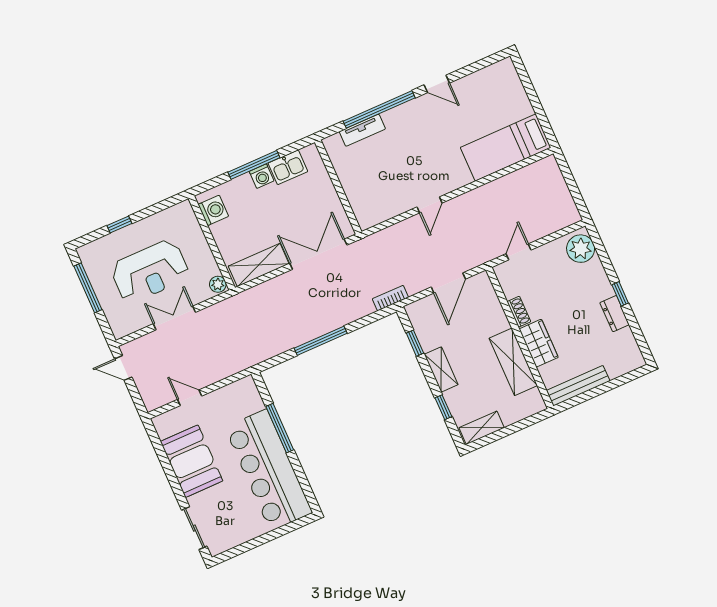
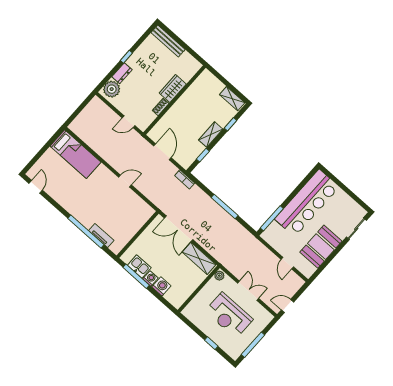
door: (437, 84) -> (36, 187), moved
window: (254, 165) -> (136, 276), moved
washing machine: (213, 210) -> (161, 286), moved, turned 90
reception desk: (150, 271) -> (229, 315), turned 180
door: (448, 283) -> (162, 152), hinge flipped
dresser: (615, 314) -> (122, 73), moved
double door: (174, 318) -> (248, 291), swing flipped
shelving: (513, 362) -> (189, 98), removed
door: (123, 368) -> (287, 306), swing flipped
bench: (578, 386) -> (168, 41), moved
window: (280, 428) -> (272, 218), moved

